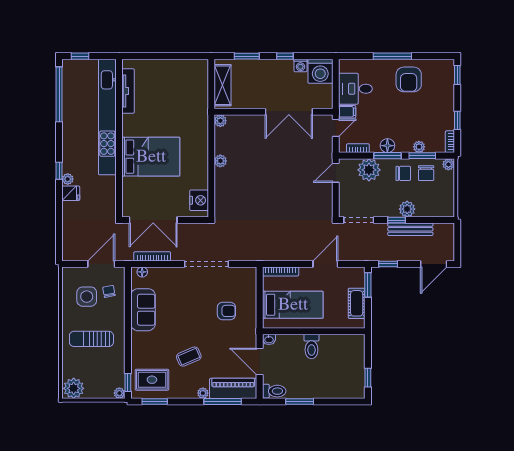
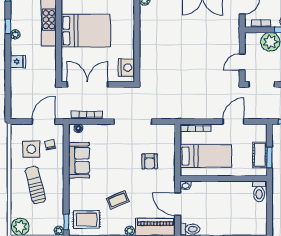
plant: (220, 161) -> (145, 34), removed
window: (59, 171) -> (8, 27), moved
door: (336, 173) -> (242, 62), moved
plant: (68, 179) -> (15, 34), moved
double door: (153, 220) -> (88, 84), swing flipped
window: (368, 285) -> (269, 158), moved
armchair: (226, 311) -> (150, 161), turned 90
sun lounger: (91, 339) -> (35, 185), turned 76
toilet: (311, 347) -> (259, 191), moved
window: (368, 378) -> (269, 218), removed

